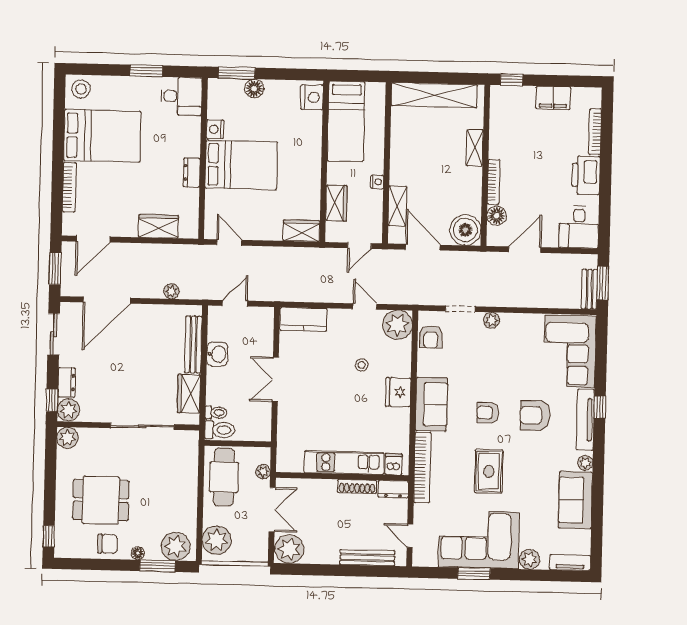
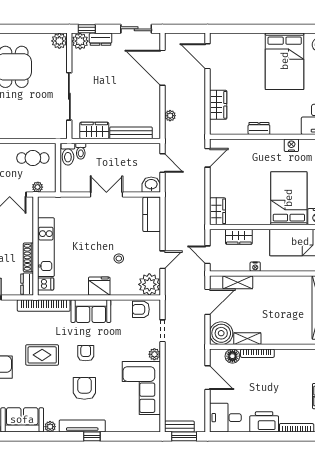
shelving: (475, 148) -> (247, 339), moved
bed: (241, 165) -> (289, 198), moved, turned 180
bookcase: (69, 187) -> (246, 38), removed
window: (55, 269) -> (185, 29), removed
corner sofa: (570, 351) -> (141, 388), moved, turned -90
washbasin: (217, 354) -> (151, 185), moved, turned 180
cafe table: (224, 477) -> (33, 158), width x0.73, depth x0.74

